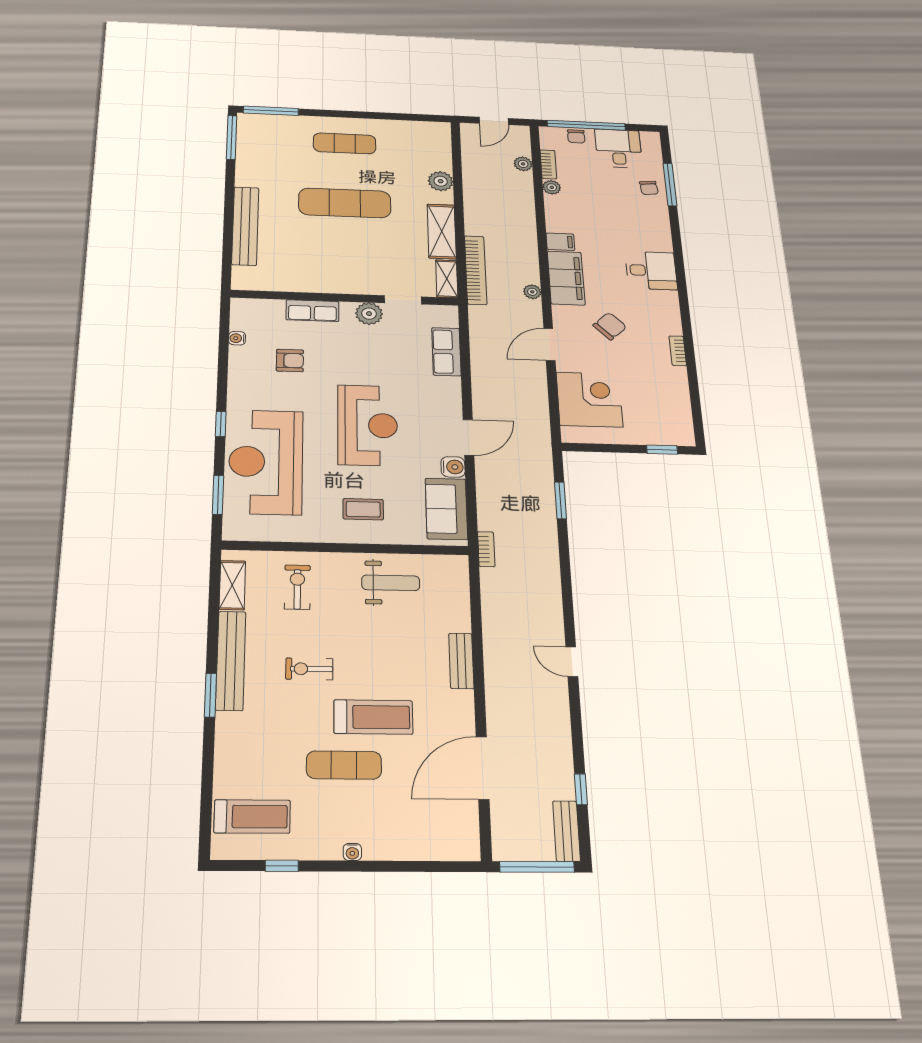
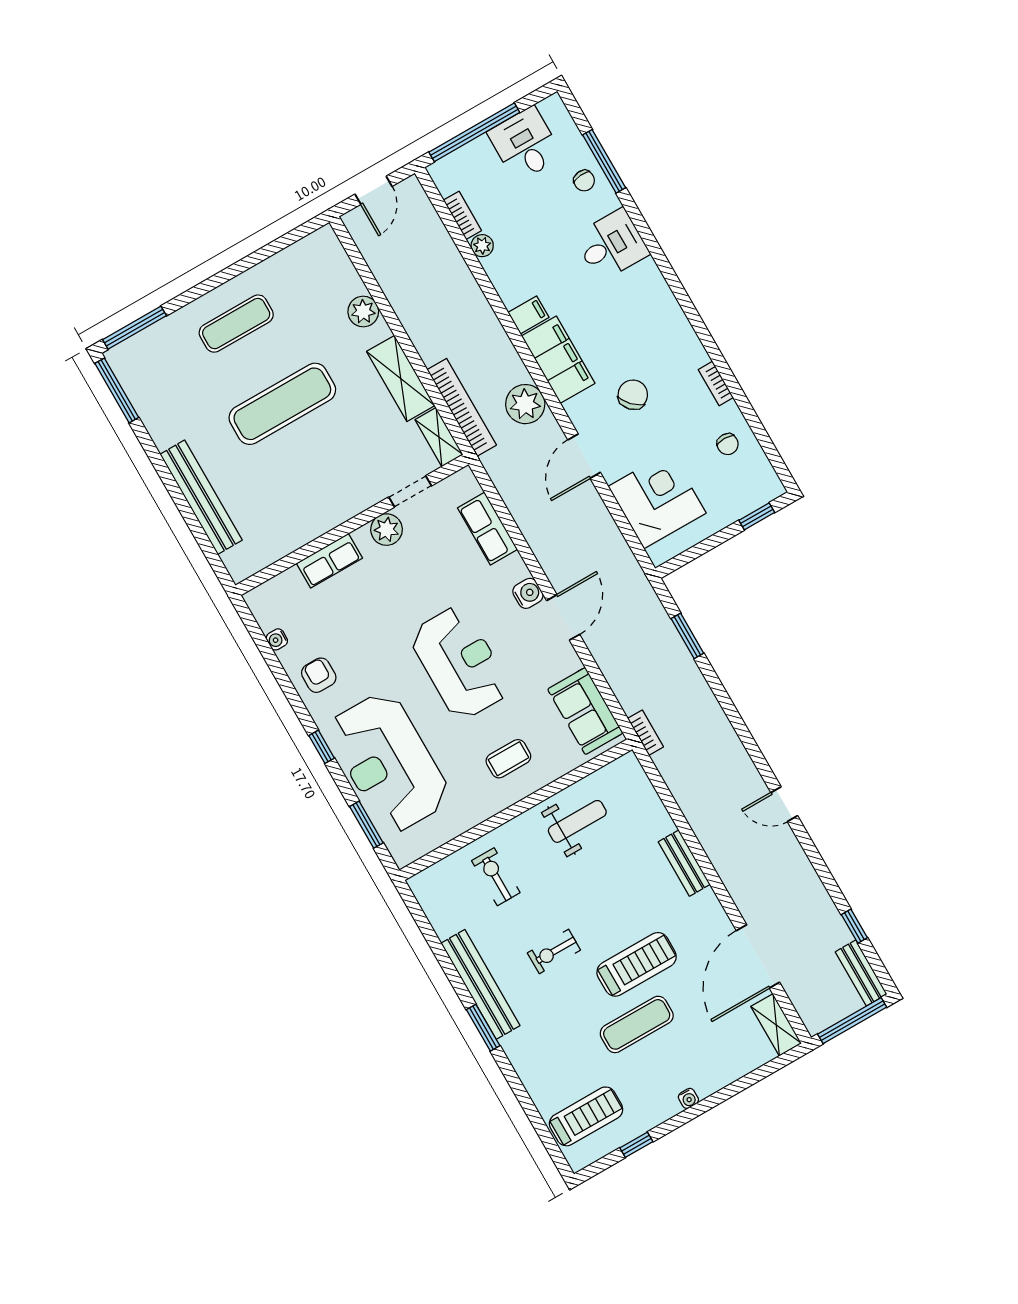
chair: (576, 136) -> (728, 444), moved
plant: (523, 164) -> (436, 232), removed
desk: (651, 270) -> (612, 245), moved
plant: (532, 292) -> (525, 404), width x1.88, depth x1.88
armchair: (290, 360) -> (319, 675), moved, turned -90
water cooler: (453, 467) -> (528, 593), moved
shelving: (232, 585) -> (776, 1025), moved

